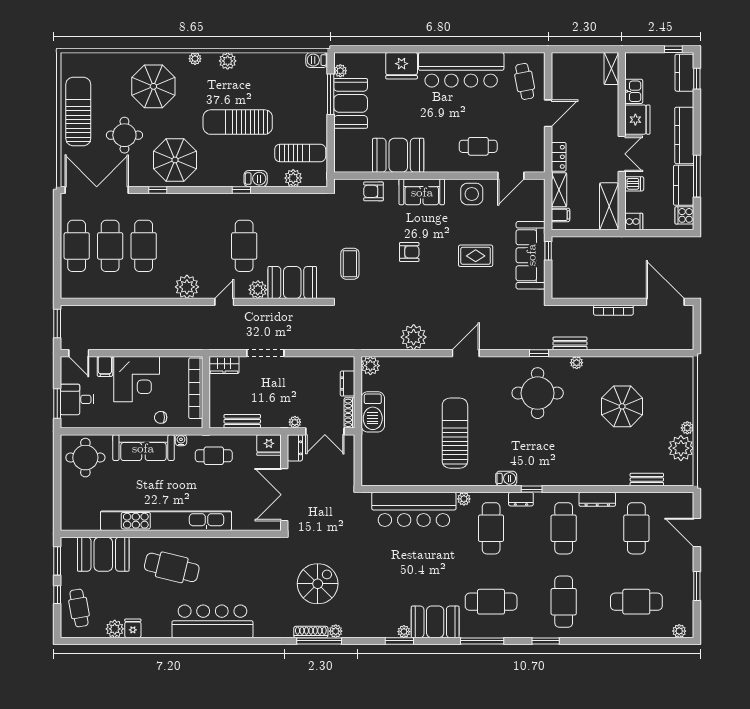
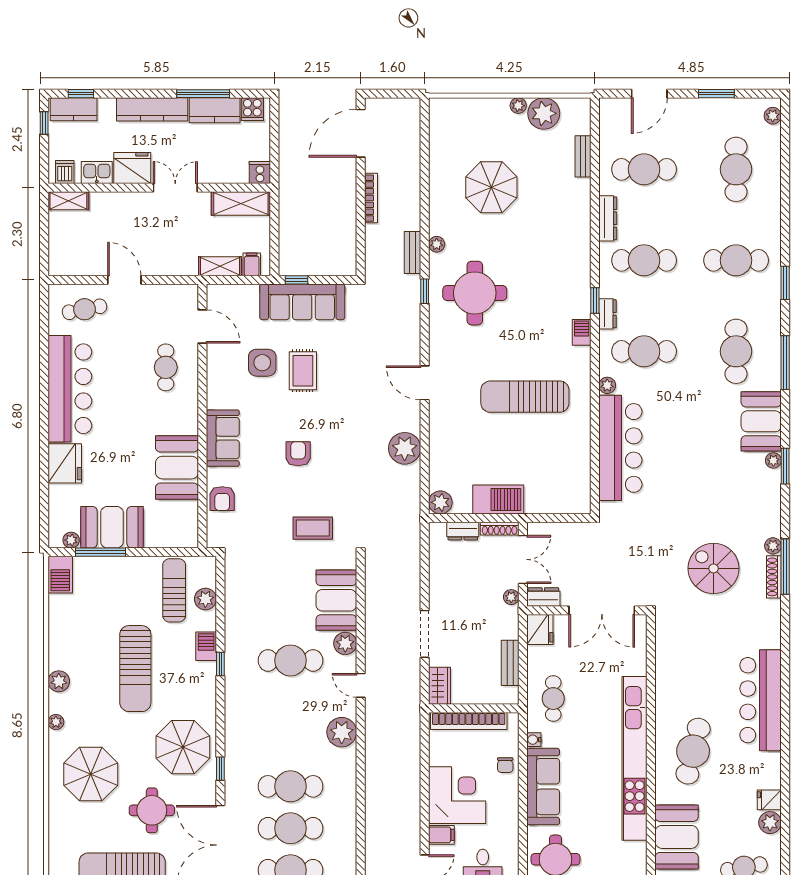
barbecue: (317, 60) -> (60, 575), width x1.38, depth x1.27
locker: (559, 157) -> (179, 267), removed
dishwasher: (634, 184) -> (65, 172), moved
side table: (472, 194) -> (262, 363), moved

